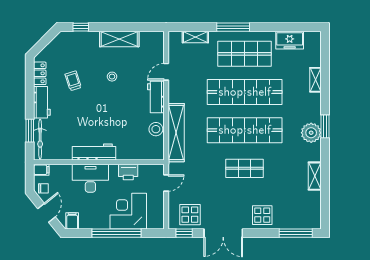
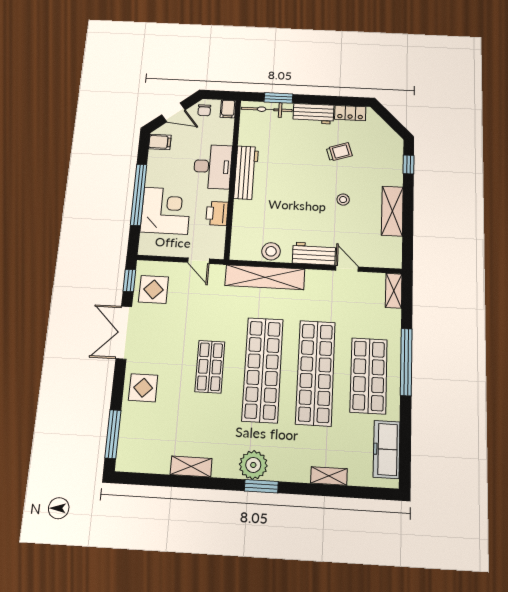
window: (233, 27) -> (406, 362), width x1.46
shelving: (195, 37) -> (394, 291), moved
freezer: (290, 40) -> (387, 449), width x1.40

